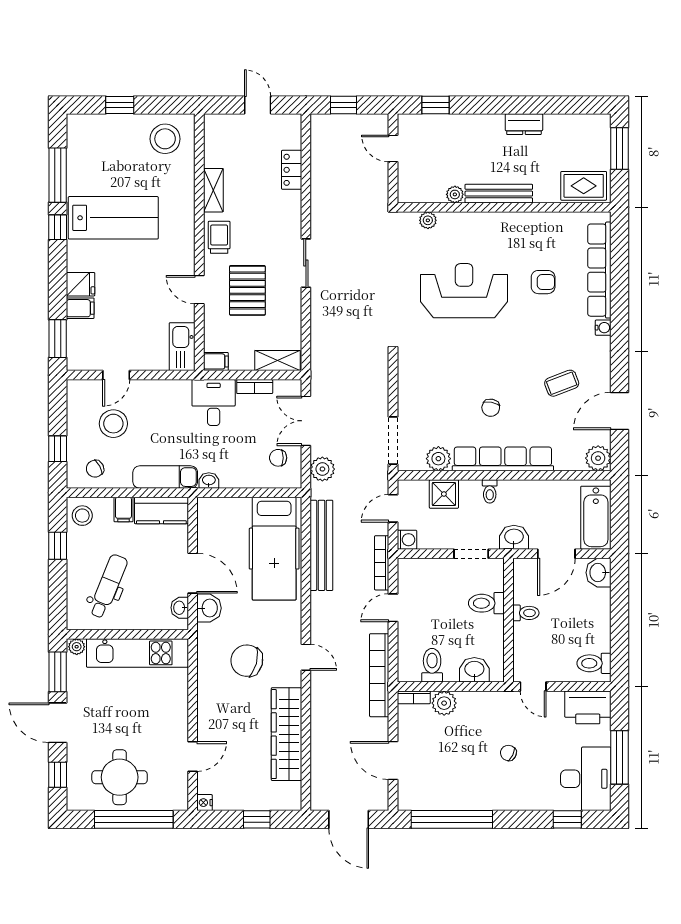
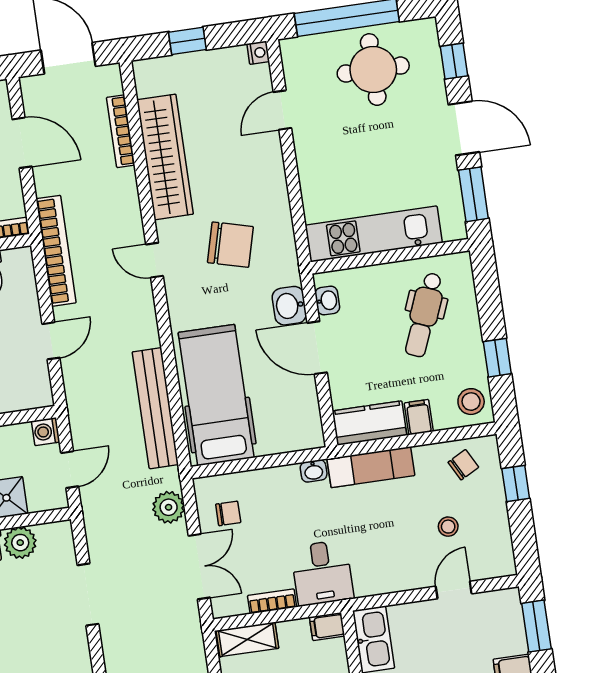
stool: (113, 424) -> (448, 527), width x0.53, depth x0.53
doorway: (393, 441) -> (88, 595), moved
bookcase: (382, 563) -> (121, 131), moved, turned 180
plant: (77, 647) -> (454, 230), removed

